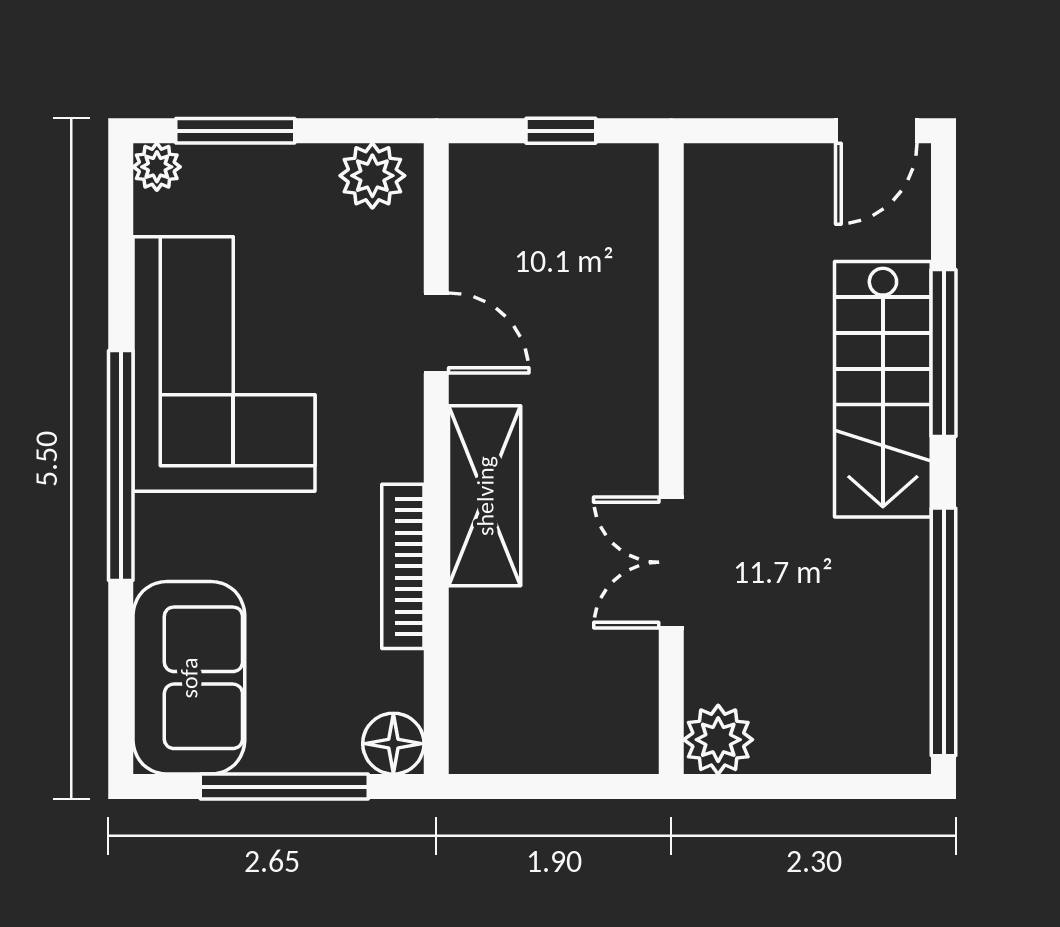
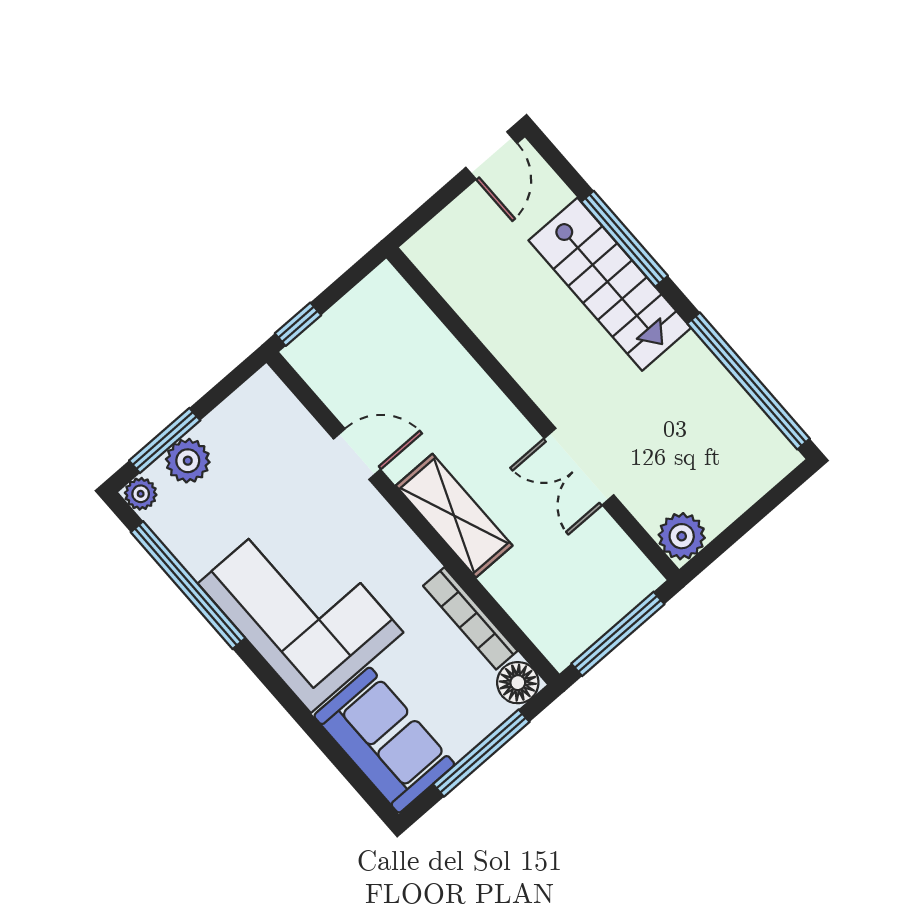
window: (561, 131) -> (298, 324), moved
plant: (372, 176) -> (188, 461), moved
corner sofa: (224, 364) -> (301, 608), moved
window: (121, 466) -> (188, 585), moved
bookcase: (403, 566) -> (470, 618), moved
window: (552, 787) -> (618, 634), added

